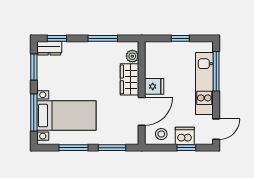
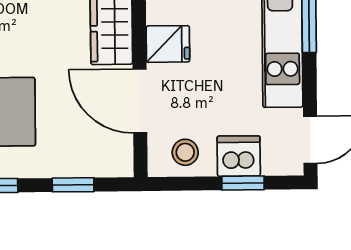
door: (142, 111) -> (140, 101), swing flipped
window: (112, 148) -> (73, 185), width x0.67

